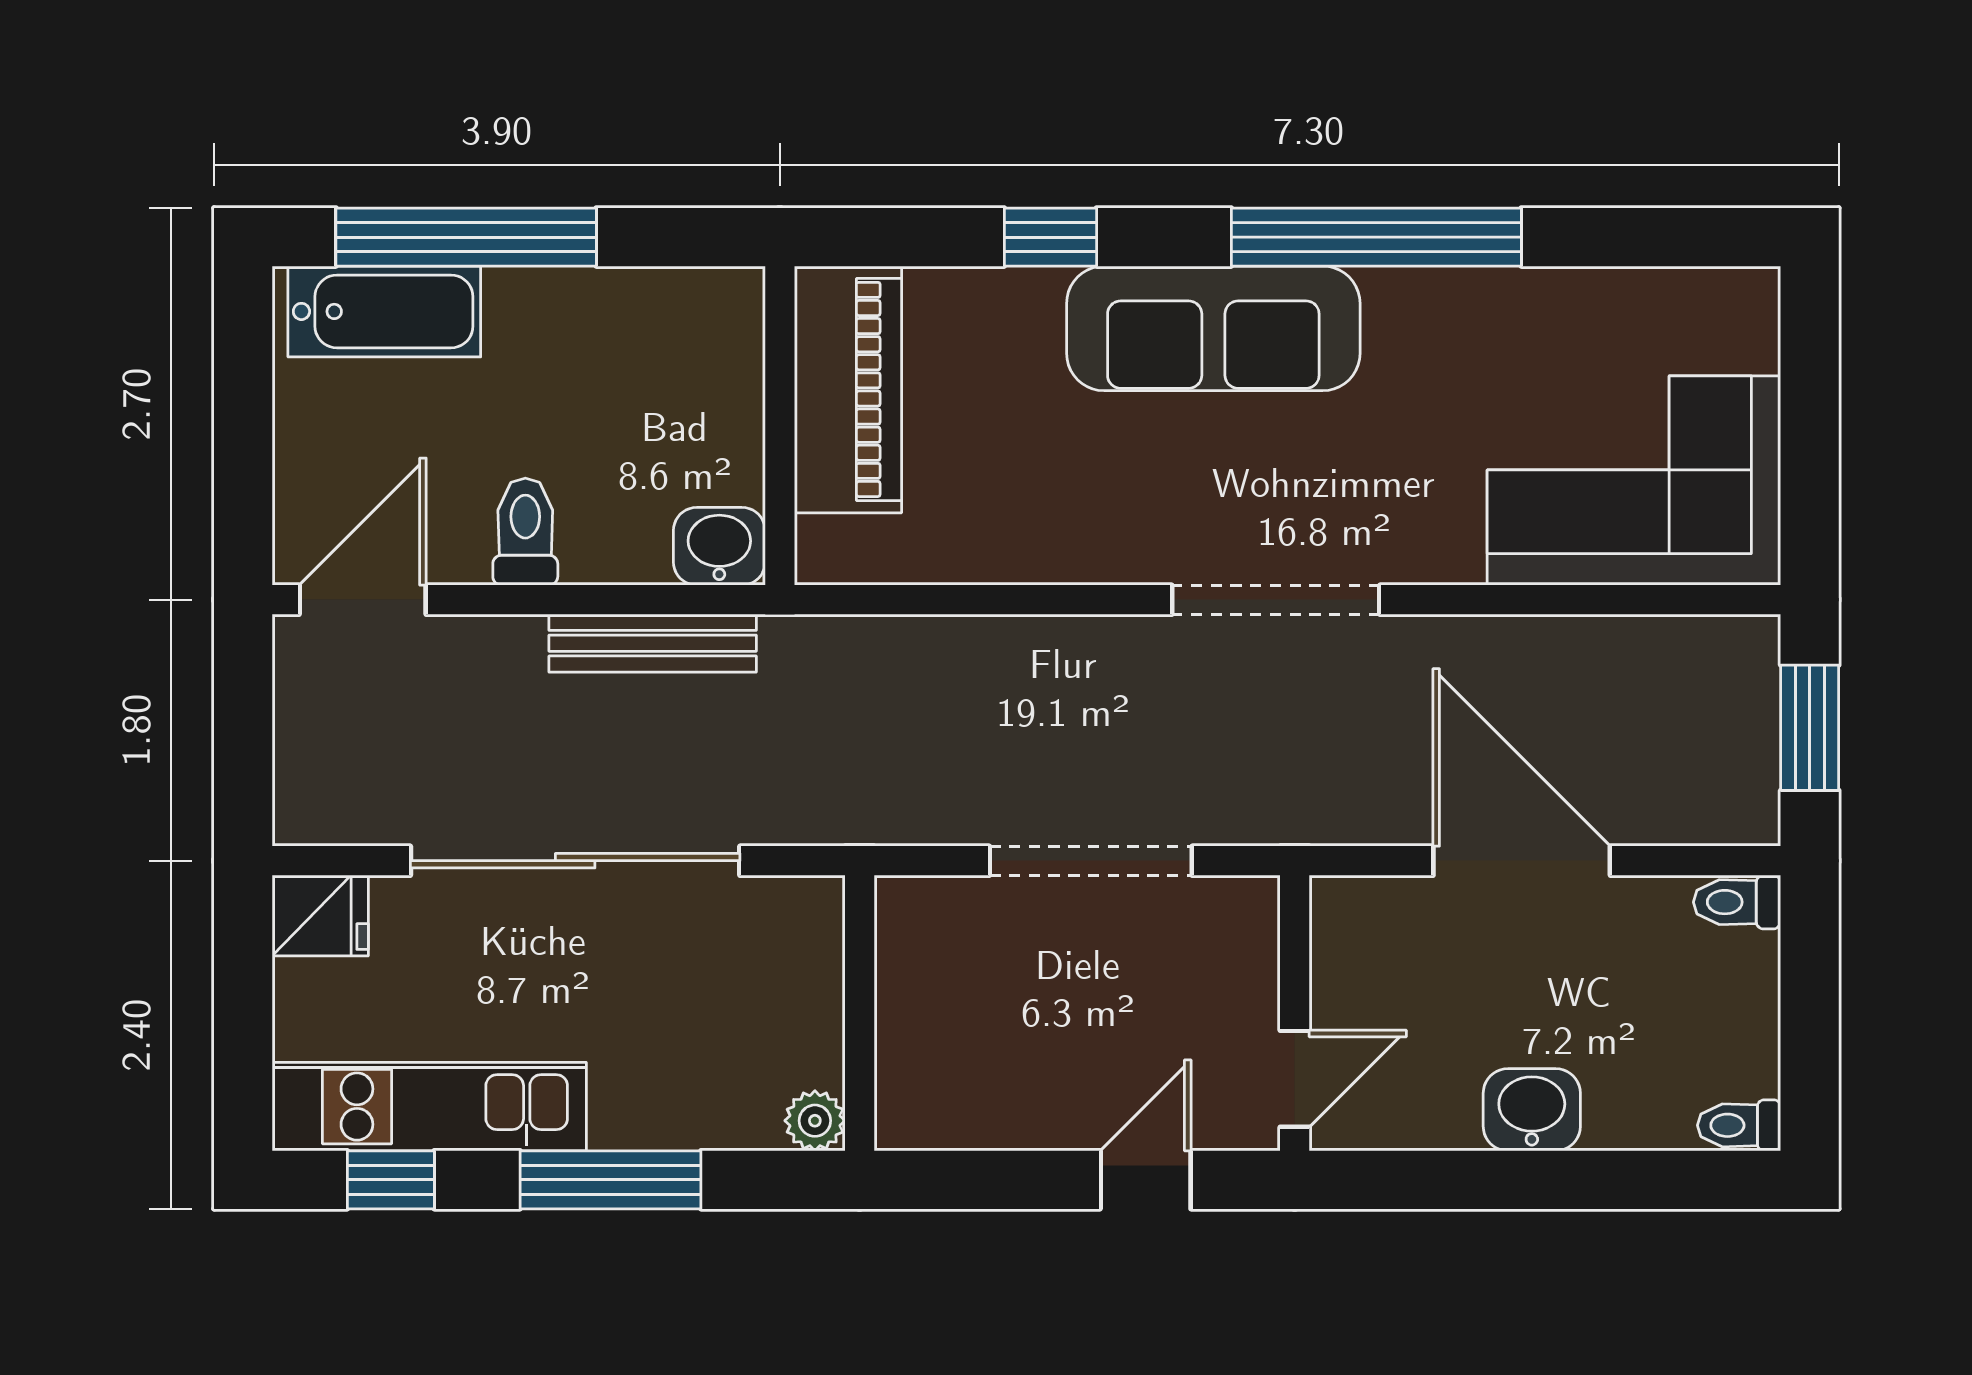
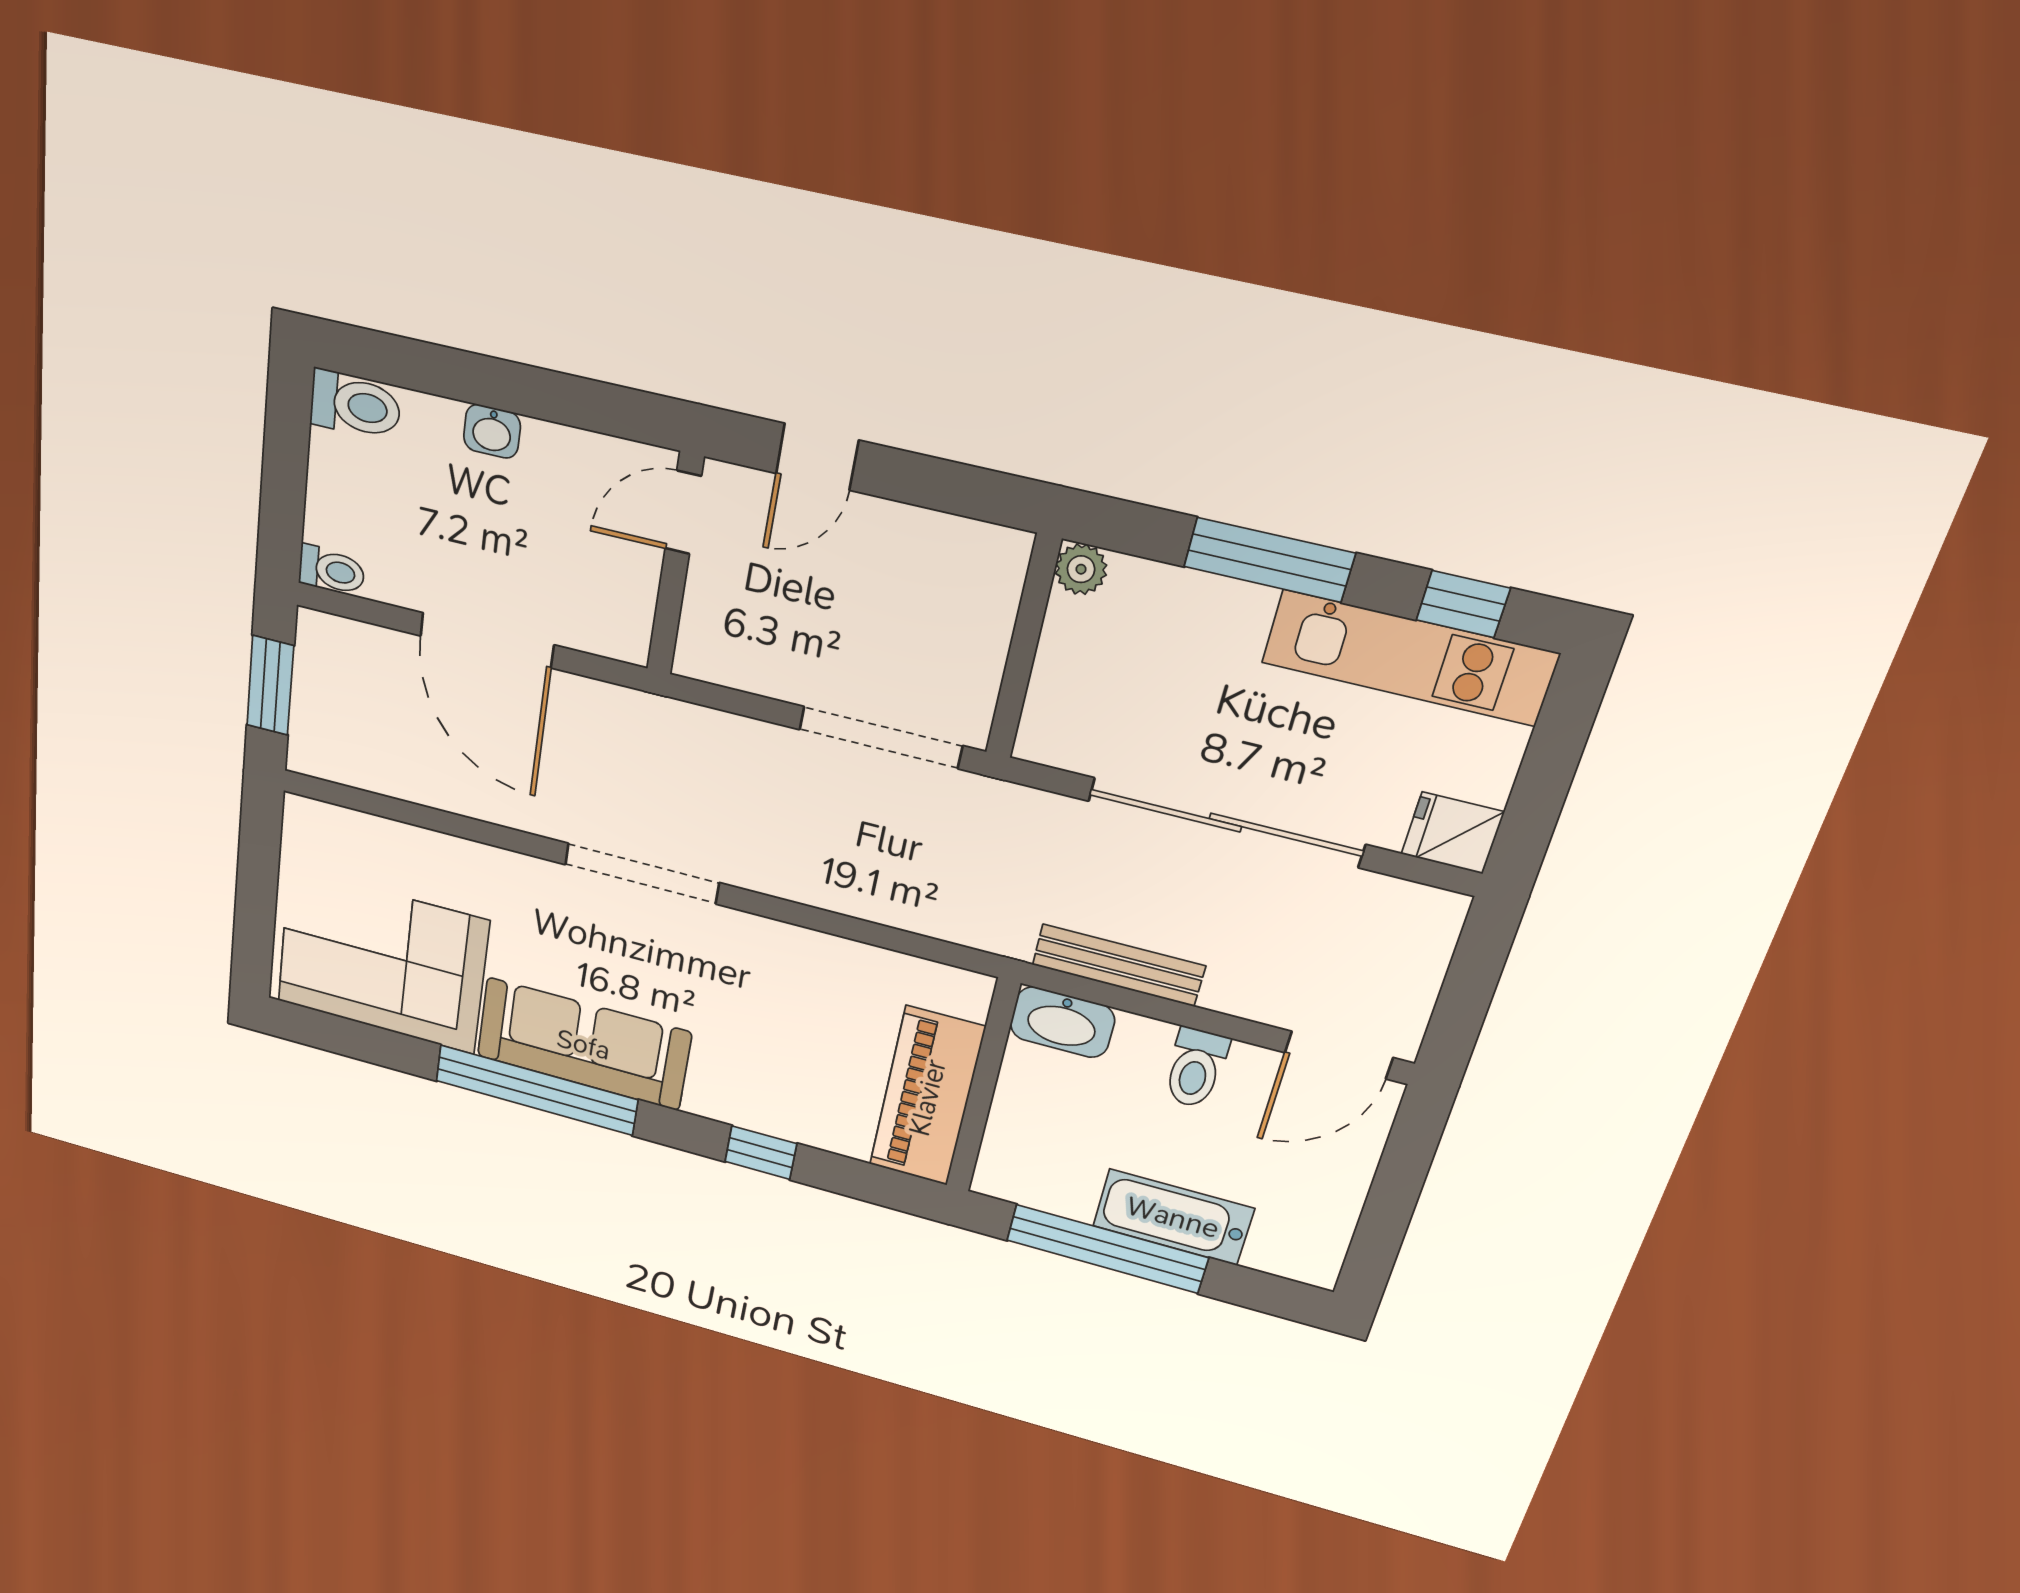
window: (466, 237) -> (1107, 1249), moved
bathtub: (384, 311) -> (1173, 1217), moved
sofa: (1213, 328) -> (583, 1044), moved
corner sofa: (1634, 480) -> (382, 961), moved, turned 180
washbasin: (719, 546) -> (1062, 1022), width x1.38
doorway: (1091, 861) -> (881, 737), moved
washbasin: (1532, 1110) -> (492, 431), width x0.72, depth x0.69
toilet: (1739, 1125) -> (355, 405), width x1.37, depth x1.39

